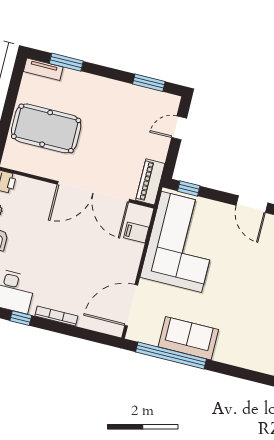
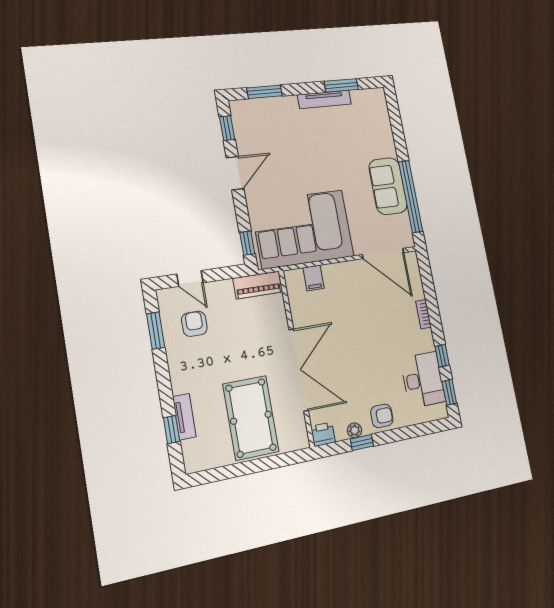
window: (66, 62) -> (172, 430), width x0.67
tv unit: (43, 69) -> (184, 417), moved
armchair: (141, 116) -> (194, 324), added
double door: (93, 192) -> (299, 370), moved
bookcase: (56, 316) -> (423, 314), width x0.64

